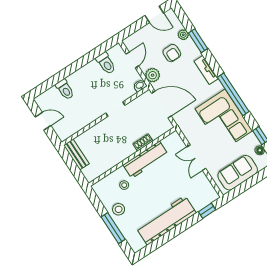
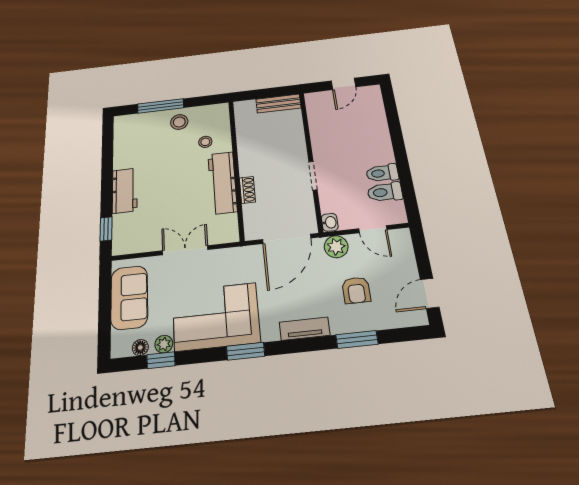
plant: (183, 35) -> (164, 344), moved
armchair: (172, 53) -> (356, 290), turned -90
toilet: (65, 89) -> (382, 173), moved
window: (233, 94) -> (246, 351), width x0.47
workbench: (166, 220) -> (125, 191), width x0.53, depth x0.76

